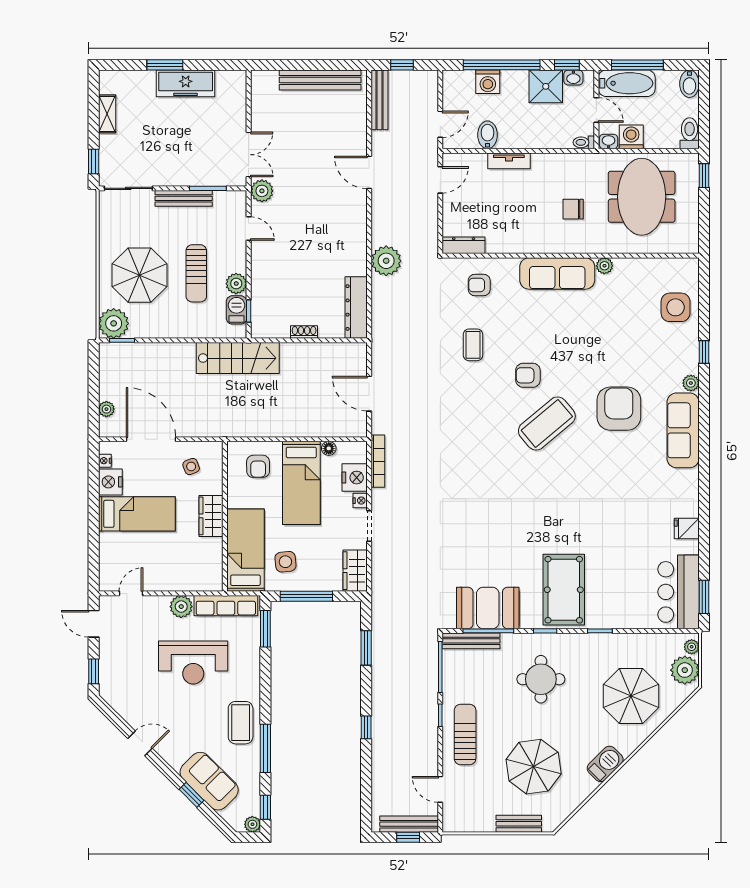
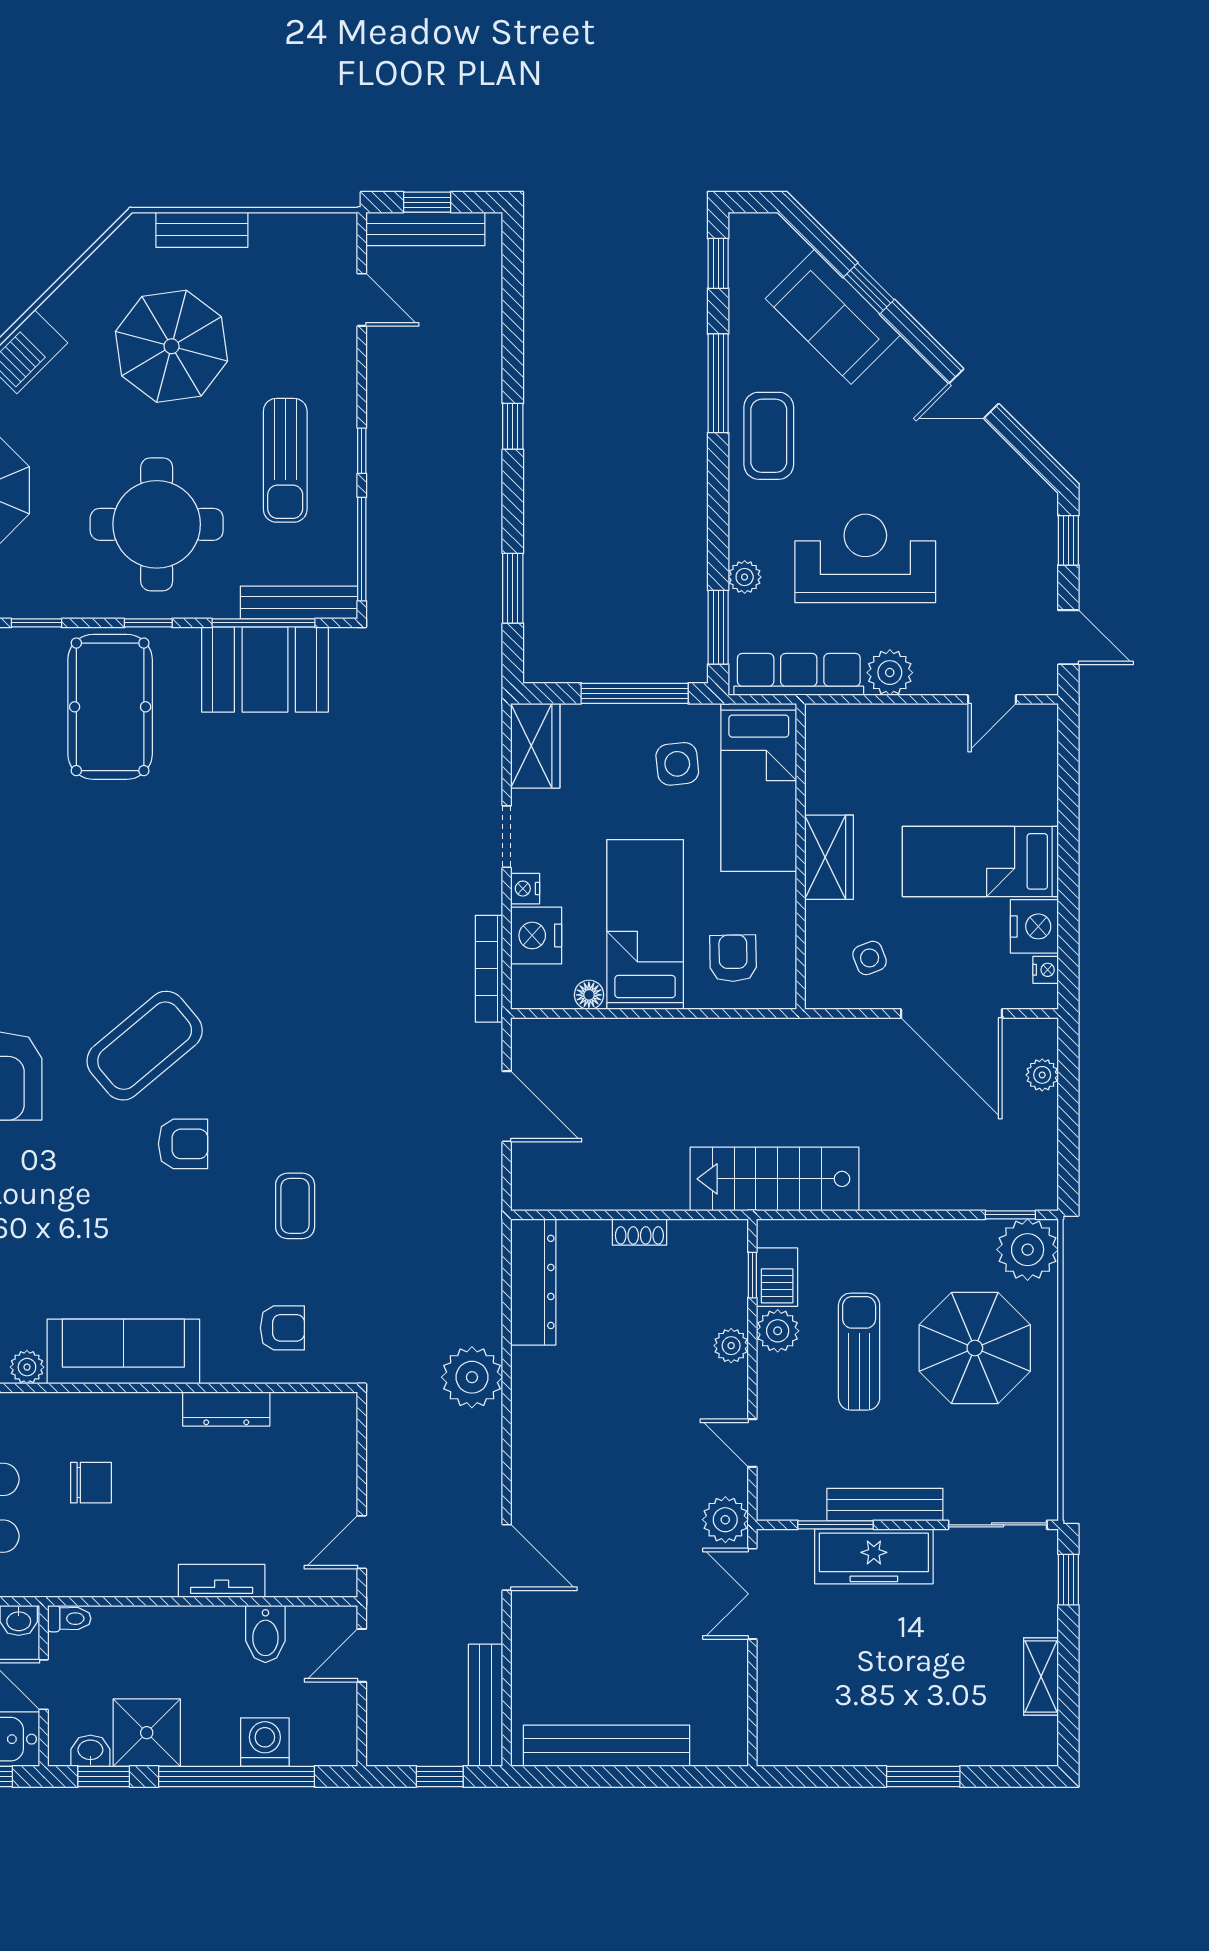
freezer: (186, 83) -> (874, 1556), moved, turned 180
dresser: (464, 245) -> (226, 1409), moved
plant: (259, 276) -> (731, 1346), added
round table: (541, 679) -> (157, 524), width x1.36, depth x1.36
sun lounger: (465, 734) -> (285, 460), moved
plant: (252, 824) -> (745, 577), moved

